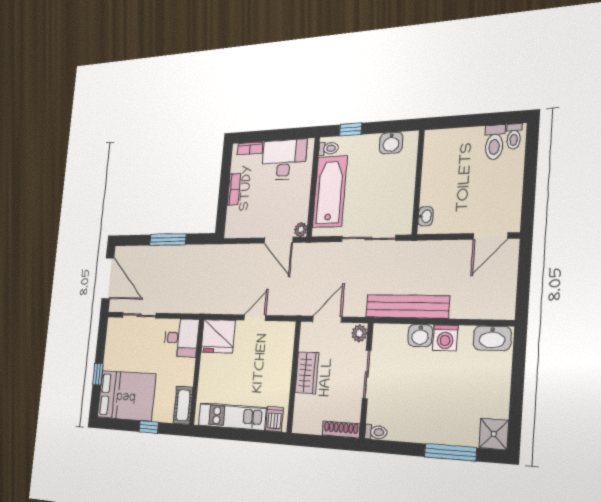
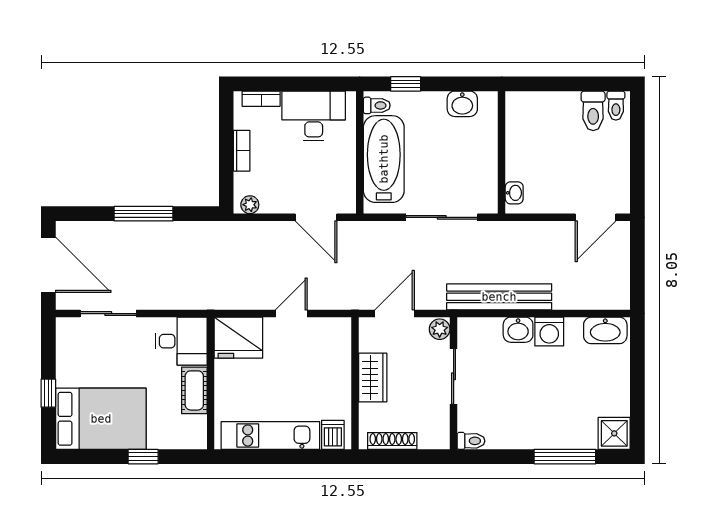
plant: (301, 230) -> (250, 205), moved
cot: (183, 405) -> (194, 390), moved
shoe rack: (341, 429) -> (392, 441), moved

